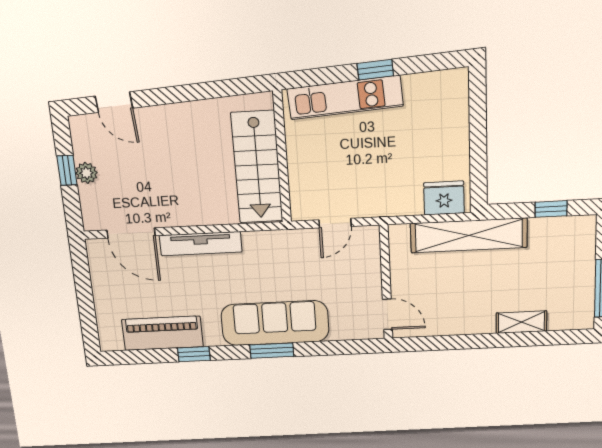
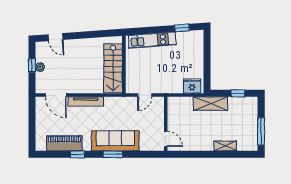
window: (375, 70) -> (182, 28), moved
shelving: (469, 235) -> (210, 104), width x0.68

